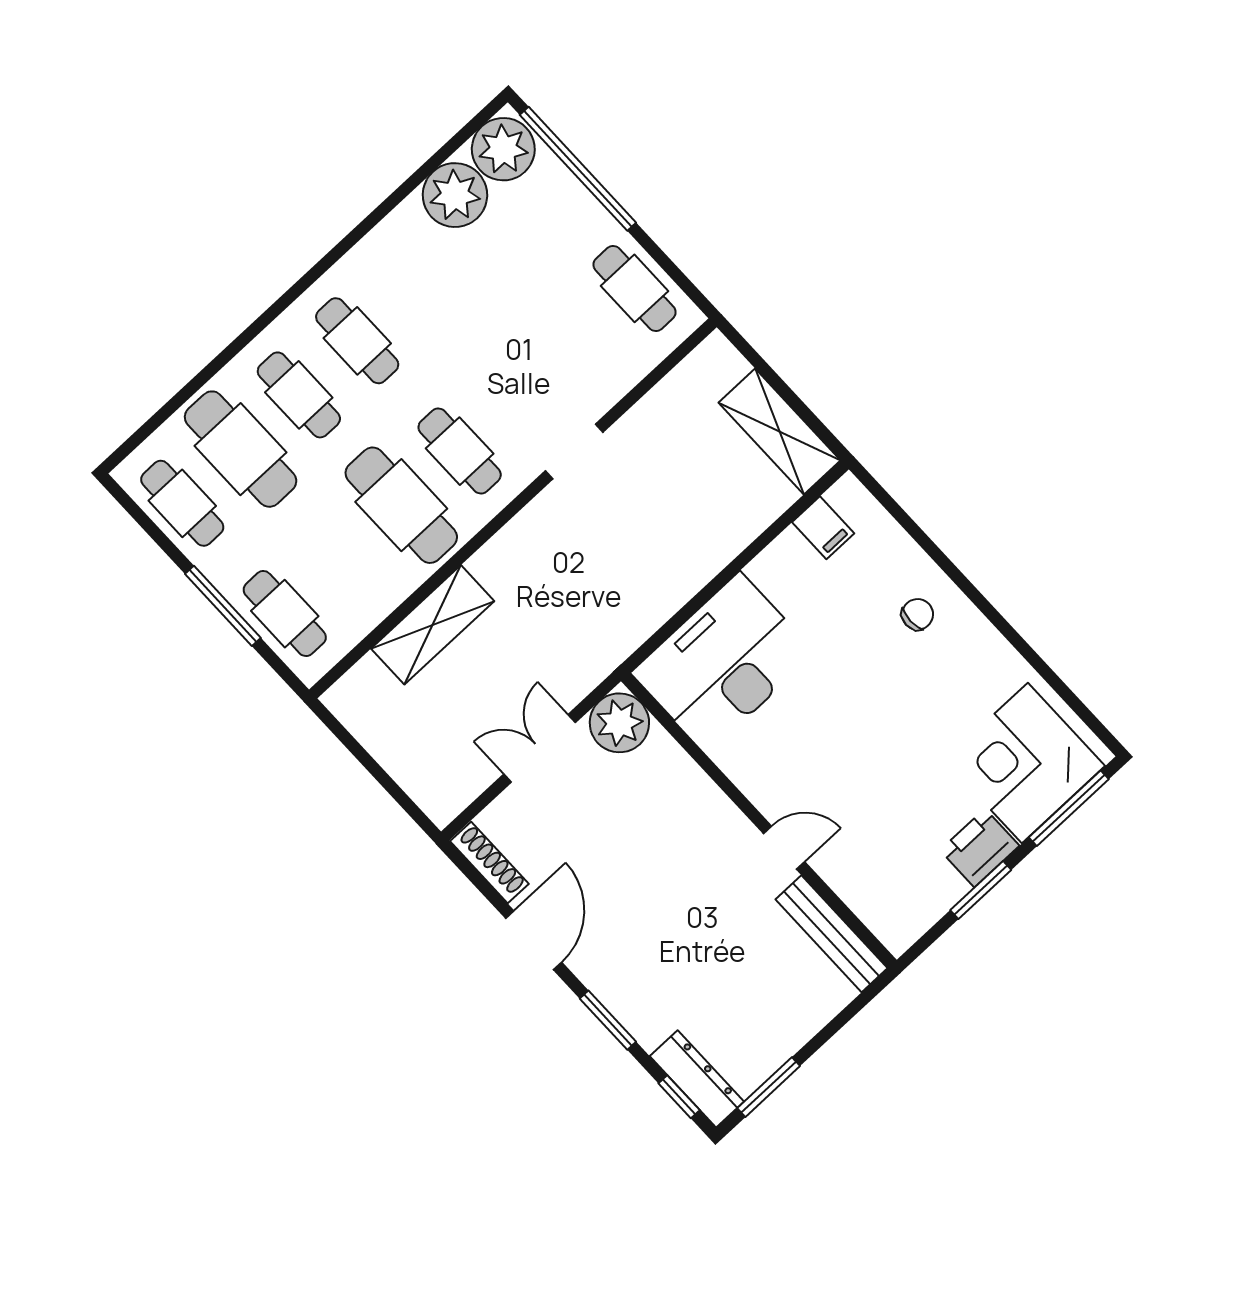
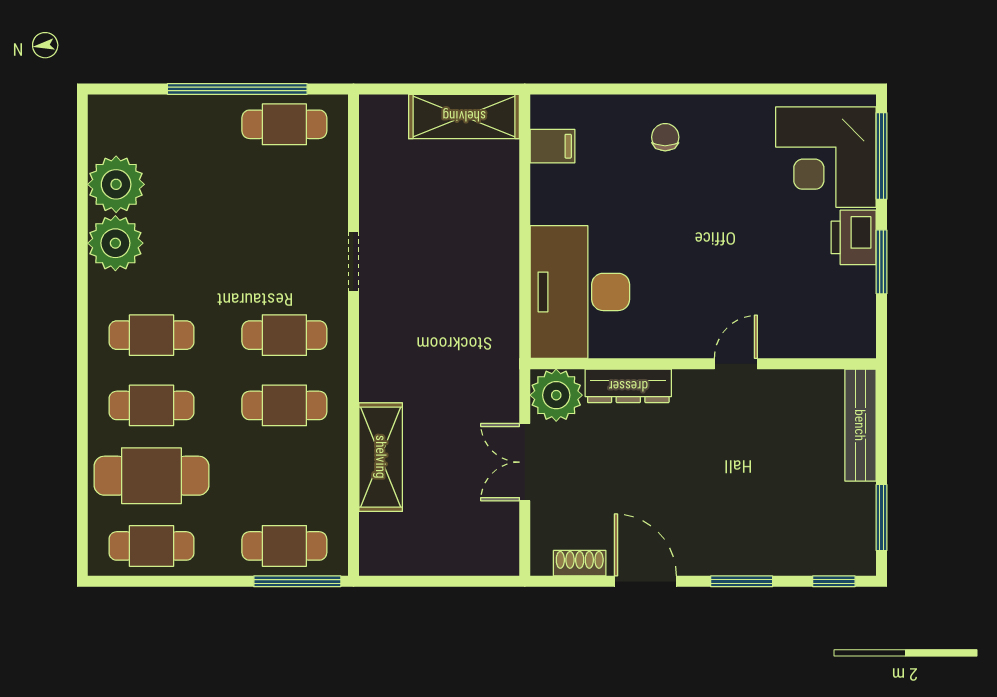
plant: (503, 149) -> (115, 243), moved
window: (578, 169) -> (237, 89), moved
cafe table: (401, 505) -> (284, 405), width x0.73, depth x0.74
window: (223, 606) -> (297, 581), moved
shoe rack: (489, 862) -> (580, 563), width x0.70
bench: (832, 934) -> (860, 425), moved, turned 90
dresser: (697, 1079) -> (628, 386), moved, turned 180

